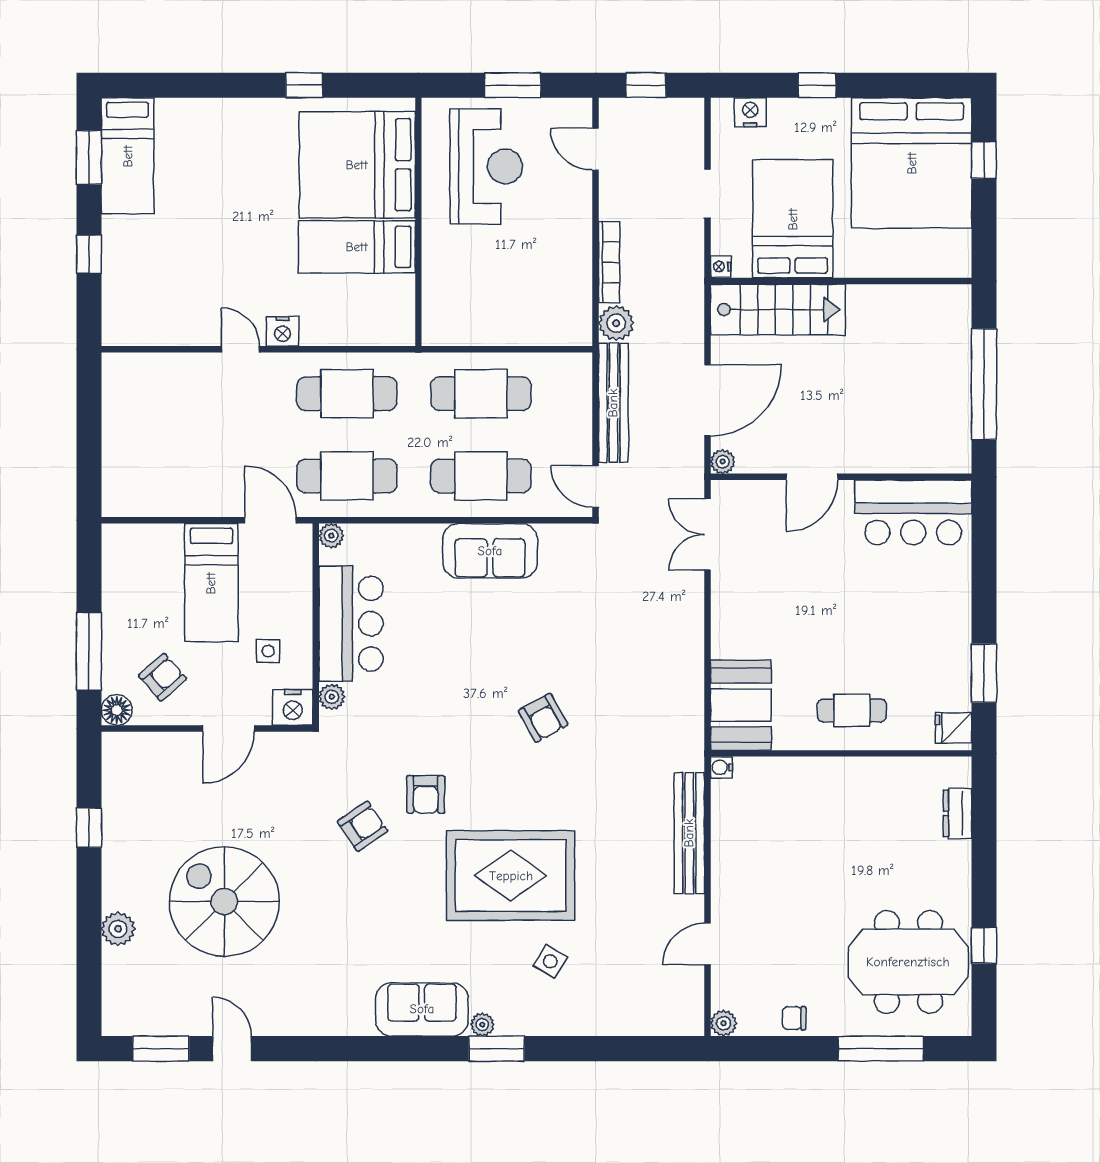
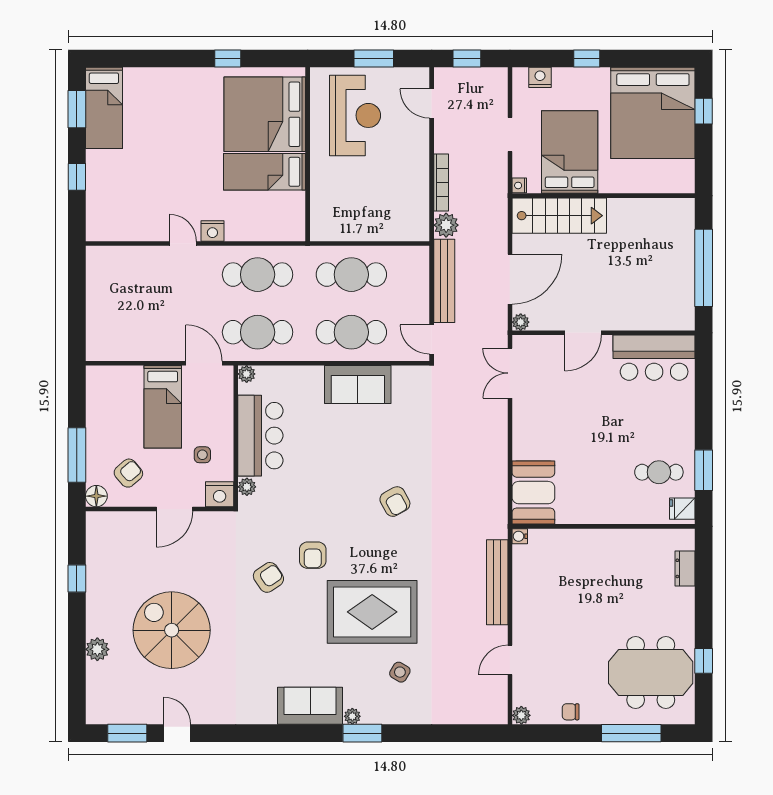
cafe table: (852, 710) -> (659, 472), moved

